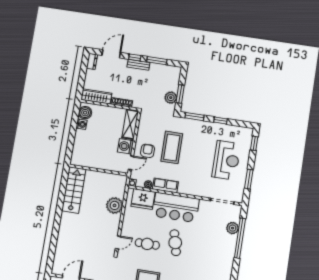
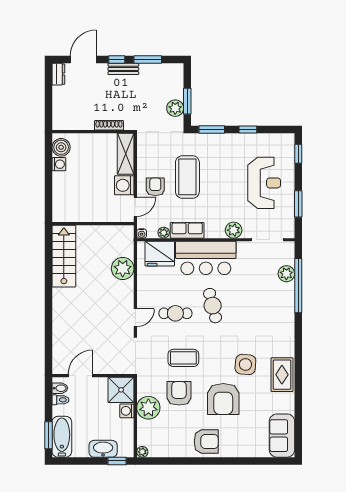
wardrobe: (96, 96) -> (73, 122), removed
plant: (199, 191) -> (234, 230), added

